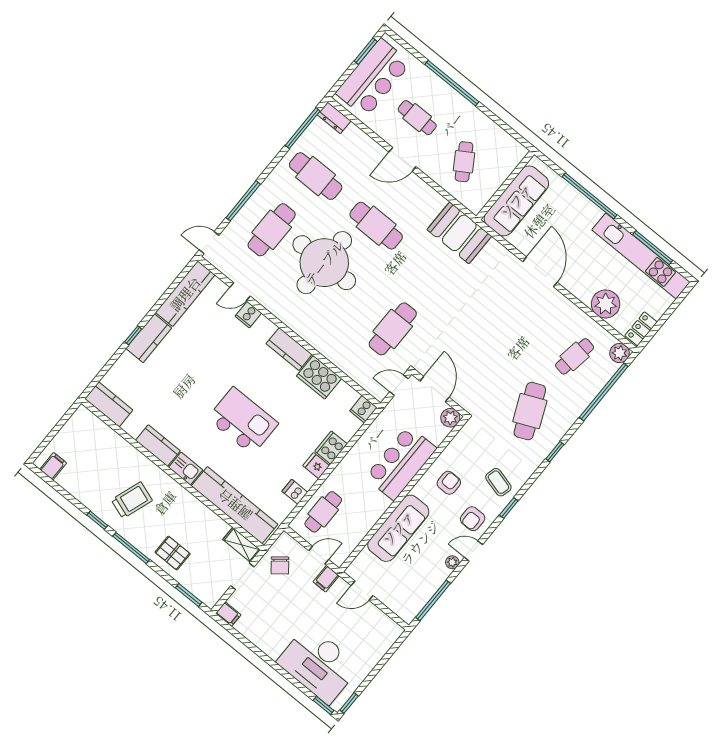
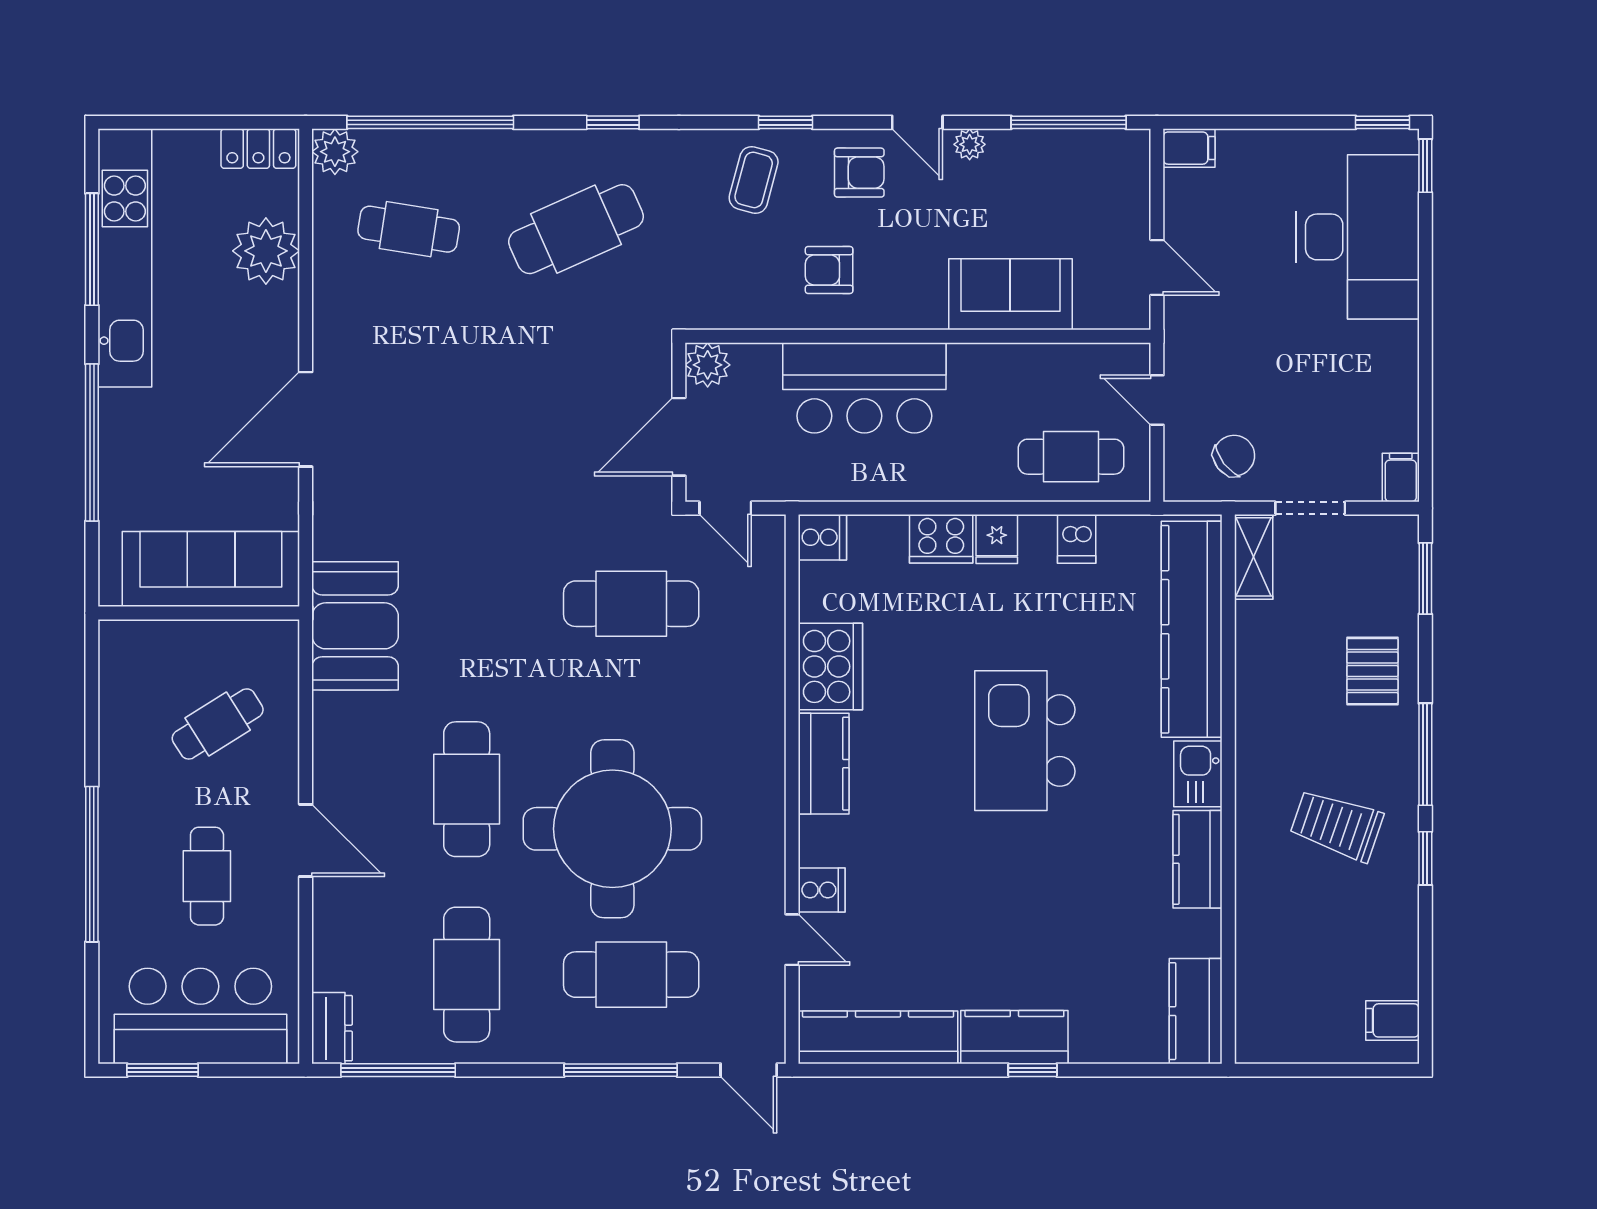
sofa: (398, 528) -> (1010, 294), width x0.73
filing cabinet: (326, 579) -> (1189, 148), moved

